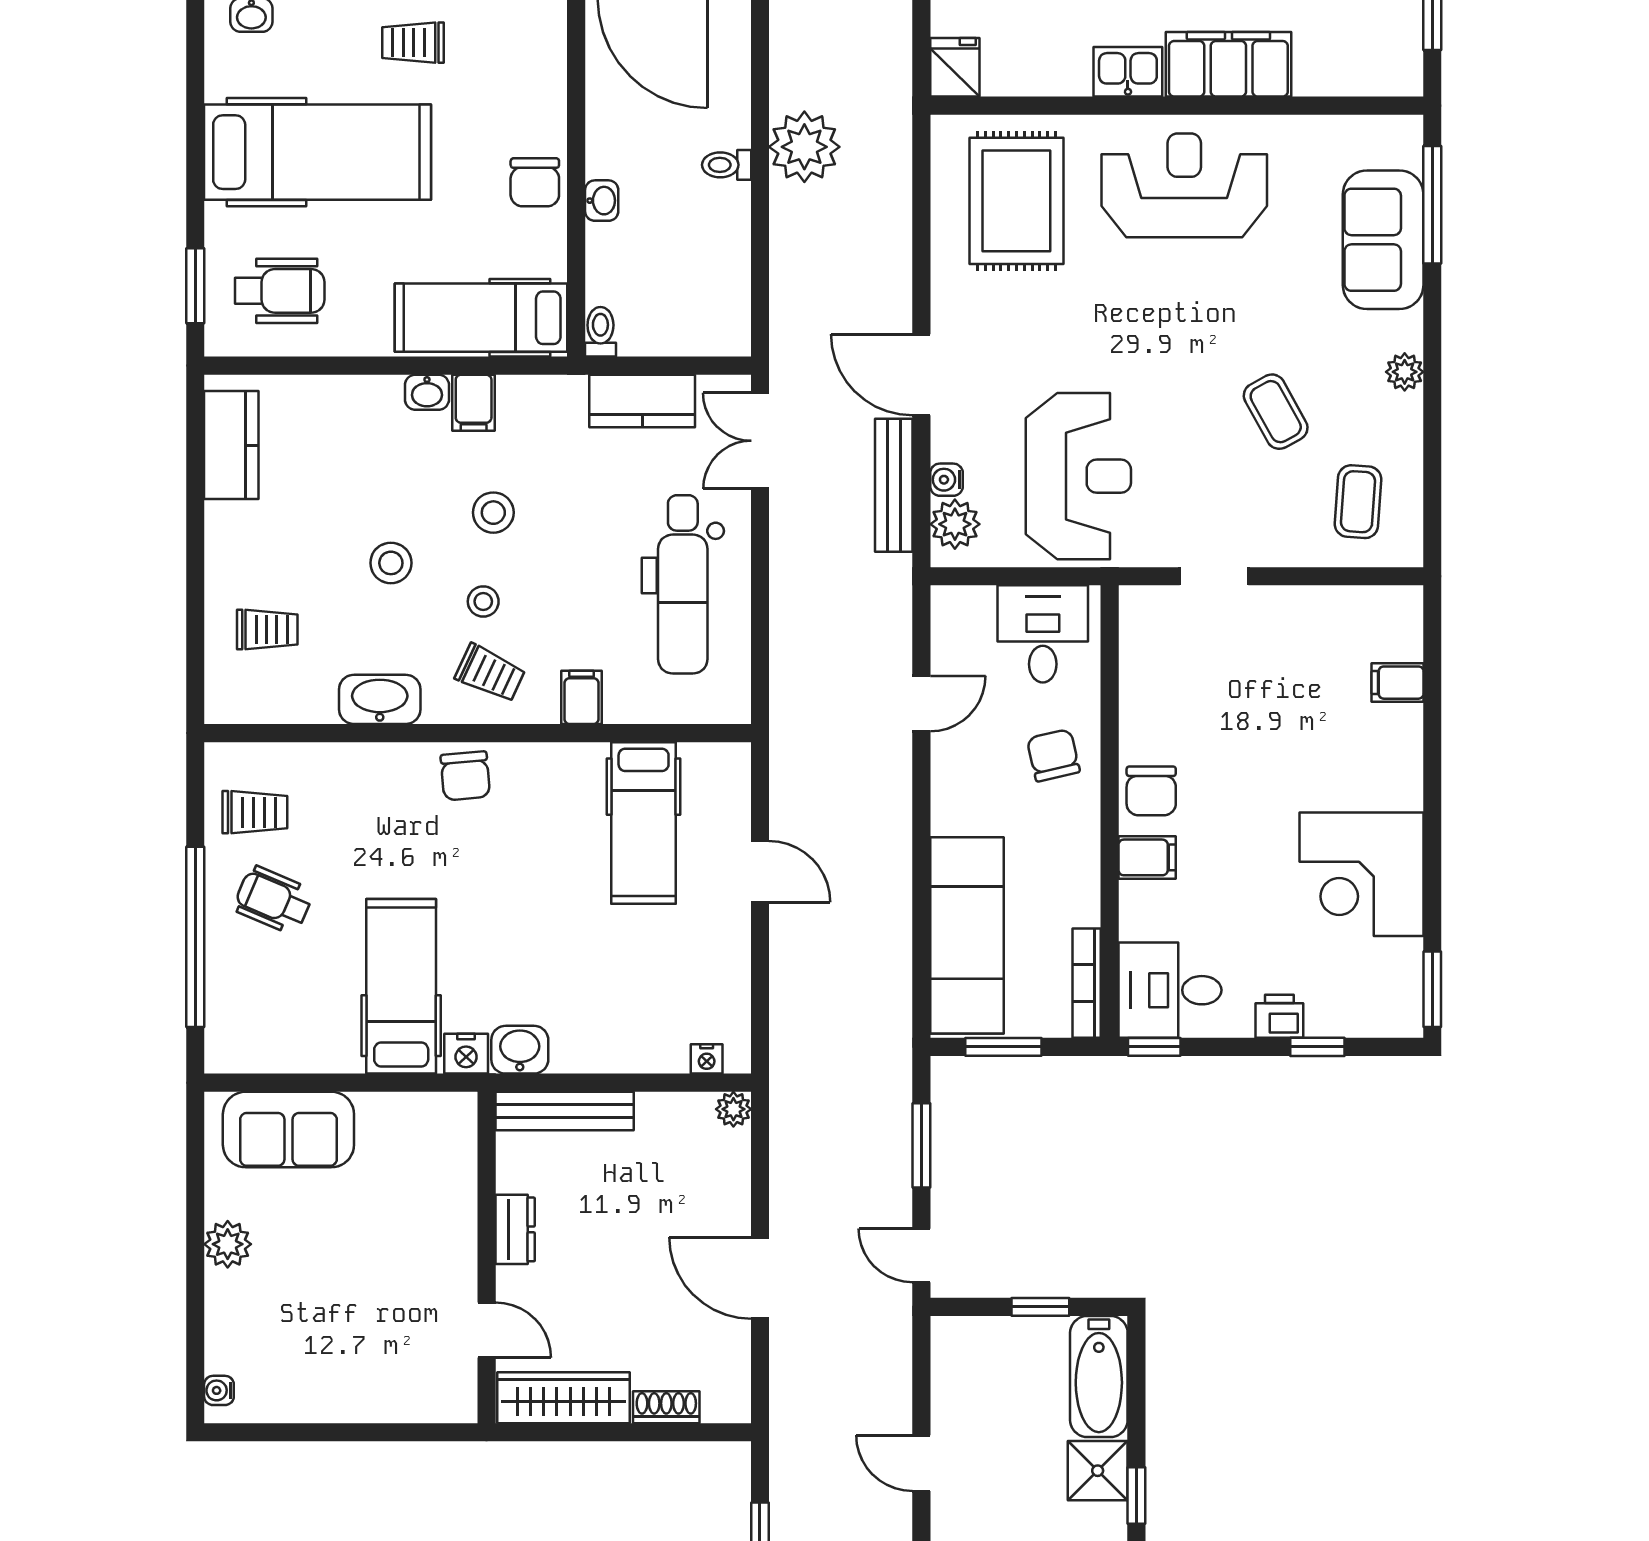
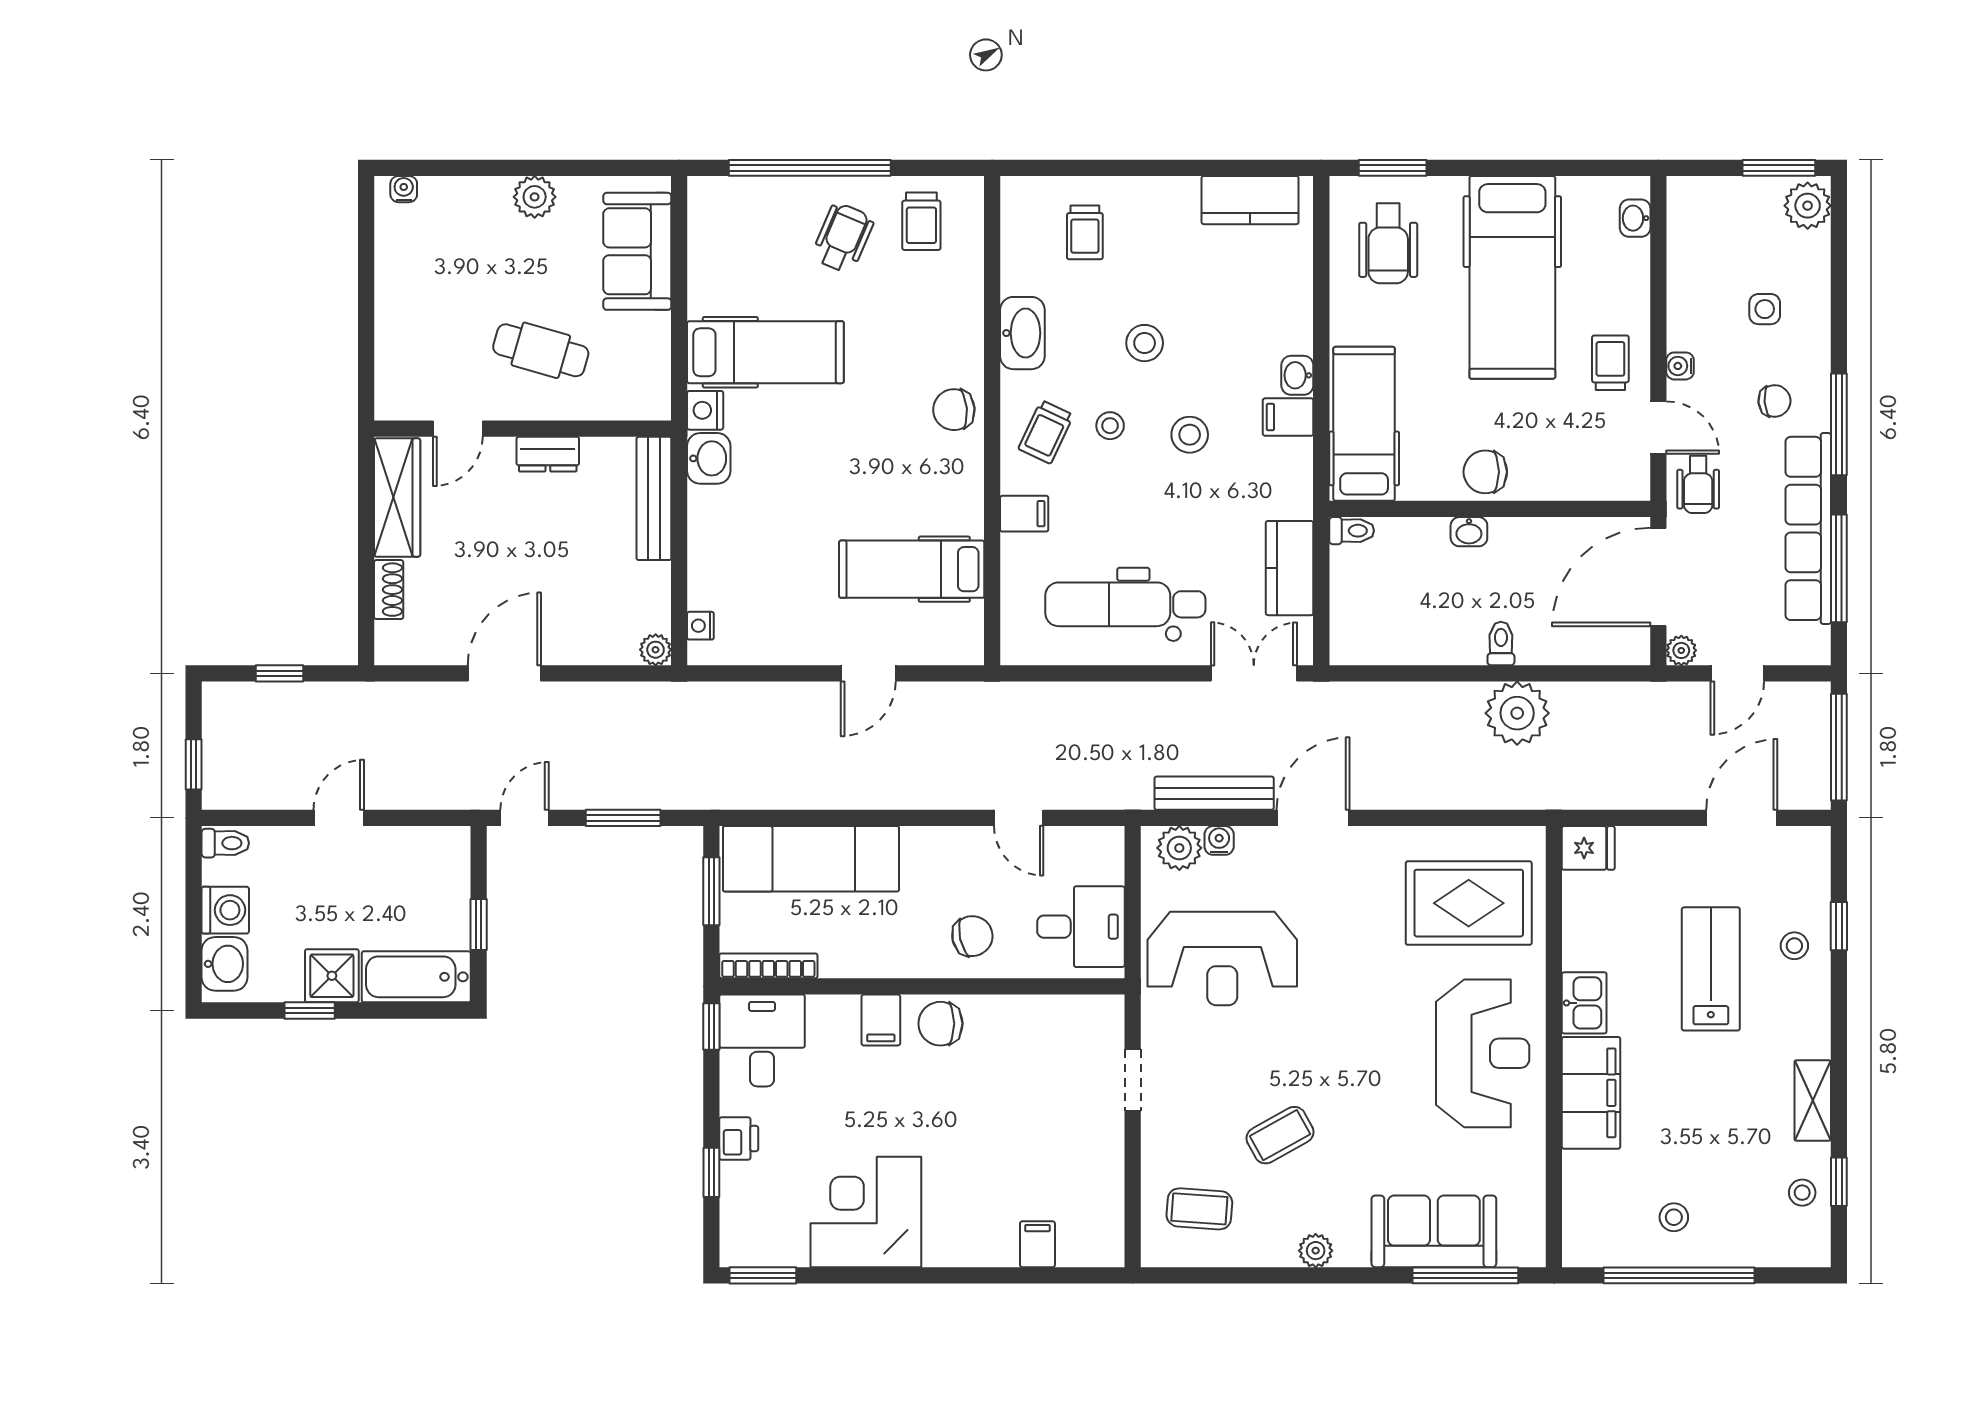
cafe table: (399, 1237) -> (541, 350), added

